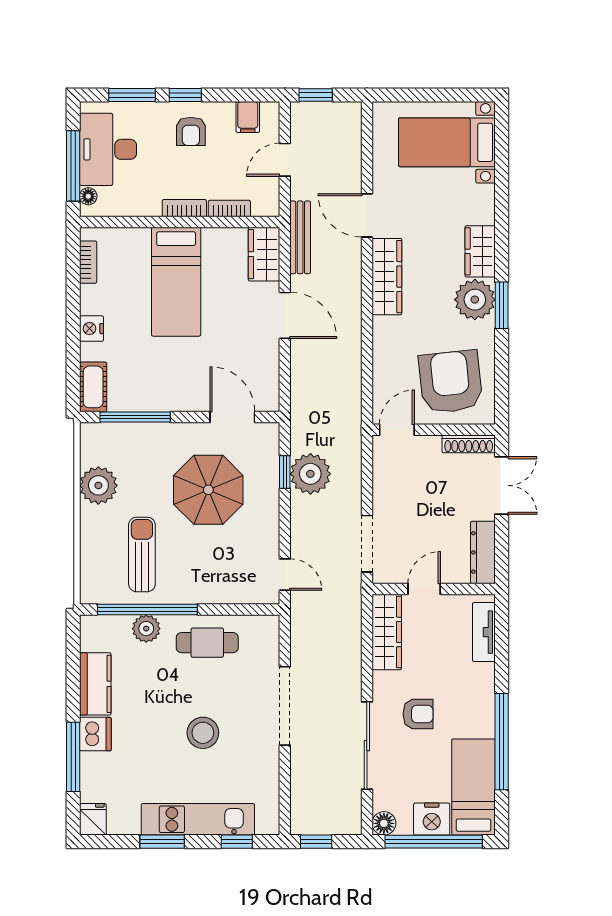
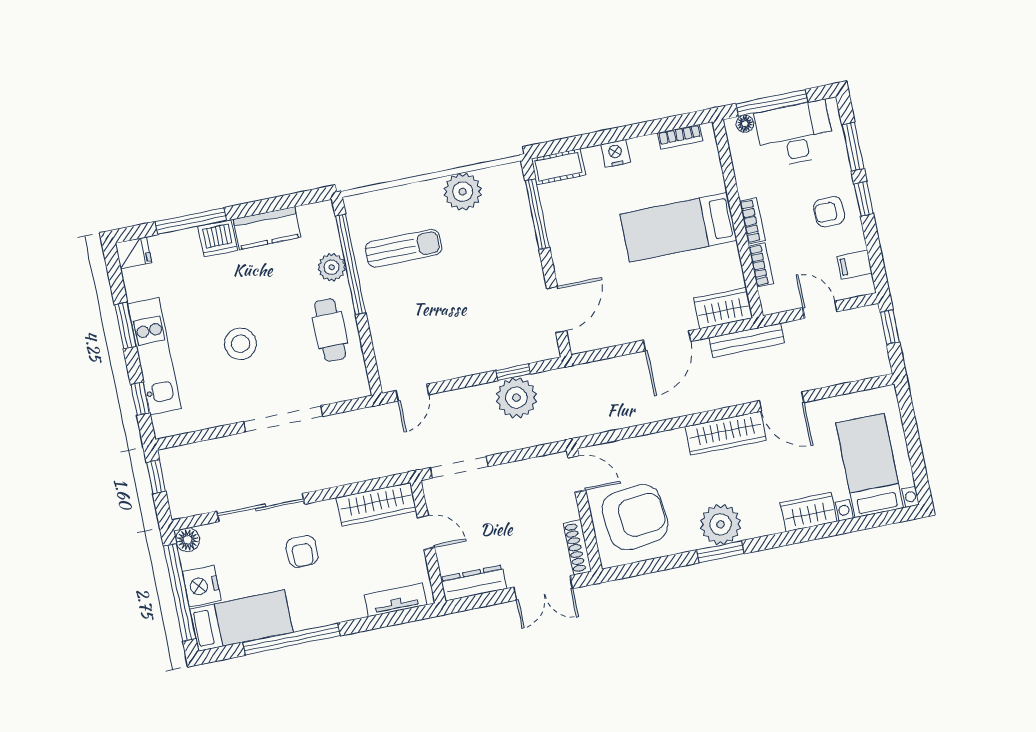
door: (367, 215) -> (782, 401), swing flipped
wardrobe: (480, 251) -> (809, 512), moved
parasol: (208, 490) -> (480, 301), removed

